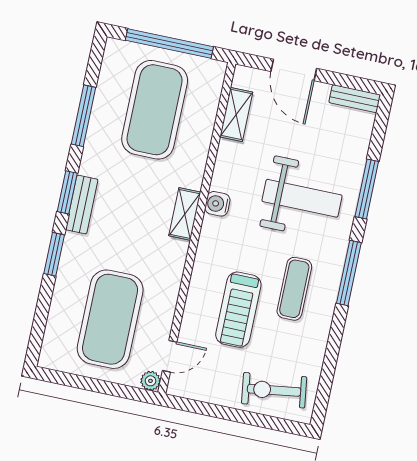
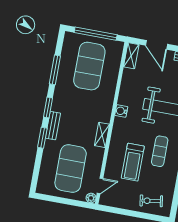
shelving: (236, 114) -> (131, 56), moved
bench: (82, 205) -> (53, 126), moved
shelving: (185, 214) -> (102, 135), moved
exercise bike: (274, 390) -> (151, 201), width x0.73, depth x0.72

